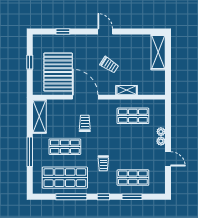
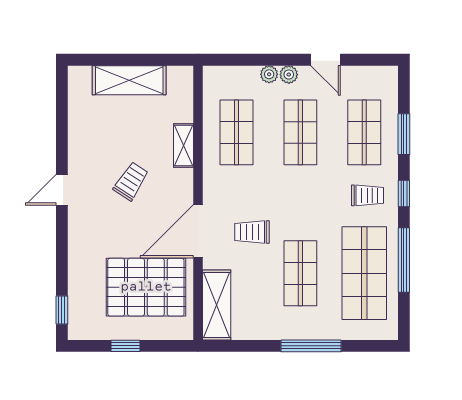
window: (63, 31) -> (62, 310), moved
shelving: (158, 52) -> (129, 80), moved
shelving: (39, 116) -> (217, 305), moved, turned 90
shop shelf: (133, 147) -> (300, 132), added
door: (168, 159) -> (326, 60), swing flipped
trolley: (103, 163) -> (368, 195), moved

